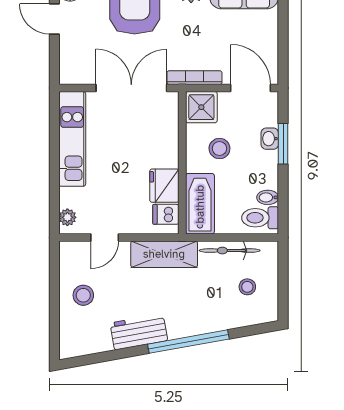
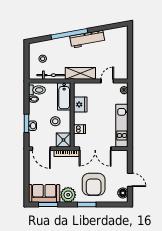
dishwasher: (166, 214) -> (80, 129), moved
stool: (83, 295) -> (117, 55), removed
workbench: (139, 332) -> (87, 39), width x1.38

